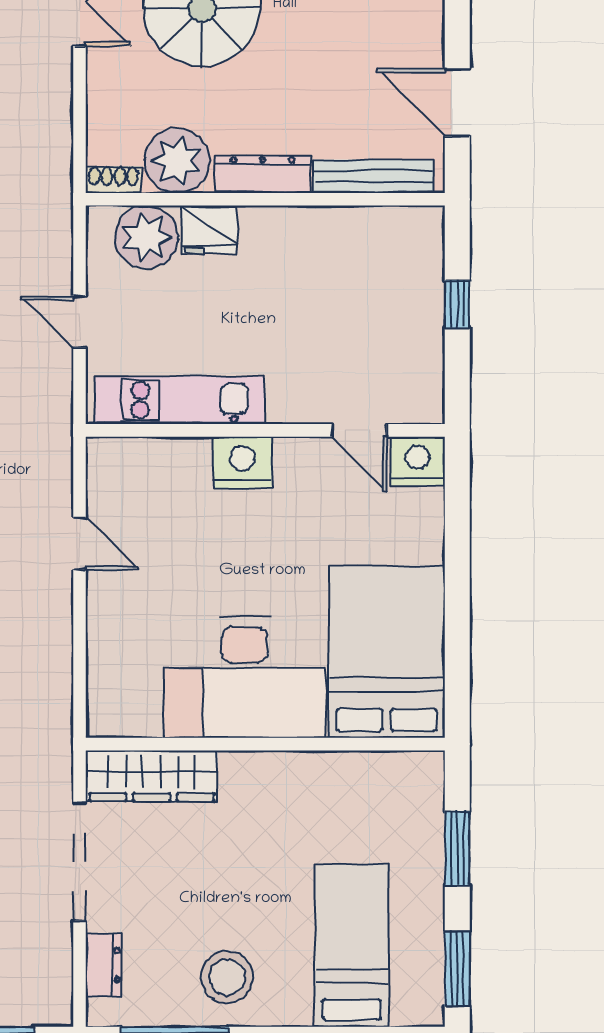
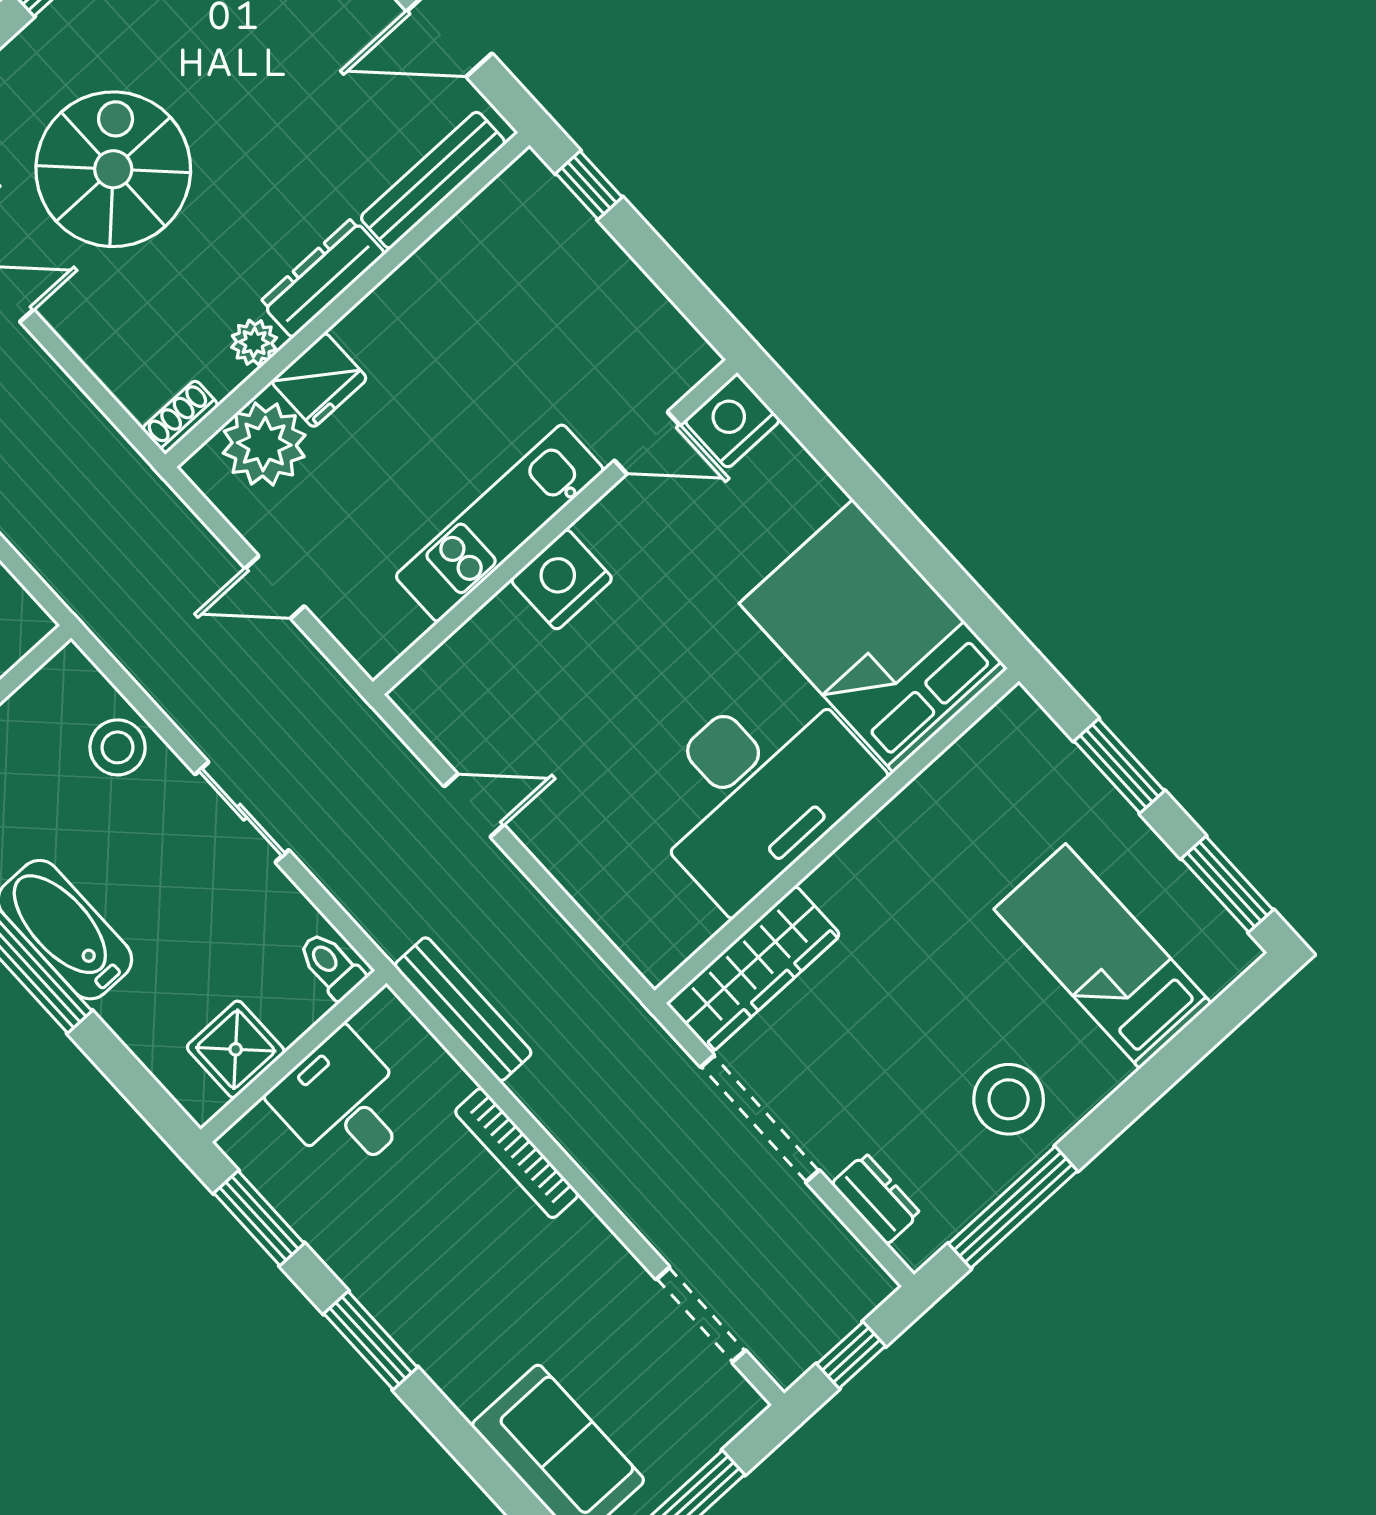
plant: (177, 161) -> (254, 342), width x0.53, depth x0.53
window: (457, 304) -> (589, 185), moved
kitchen unit: (180, 400) -> (500, 523), moved

